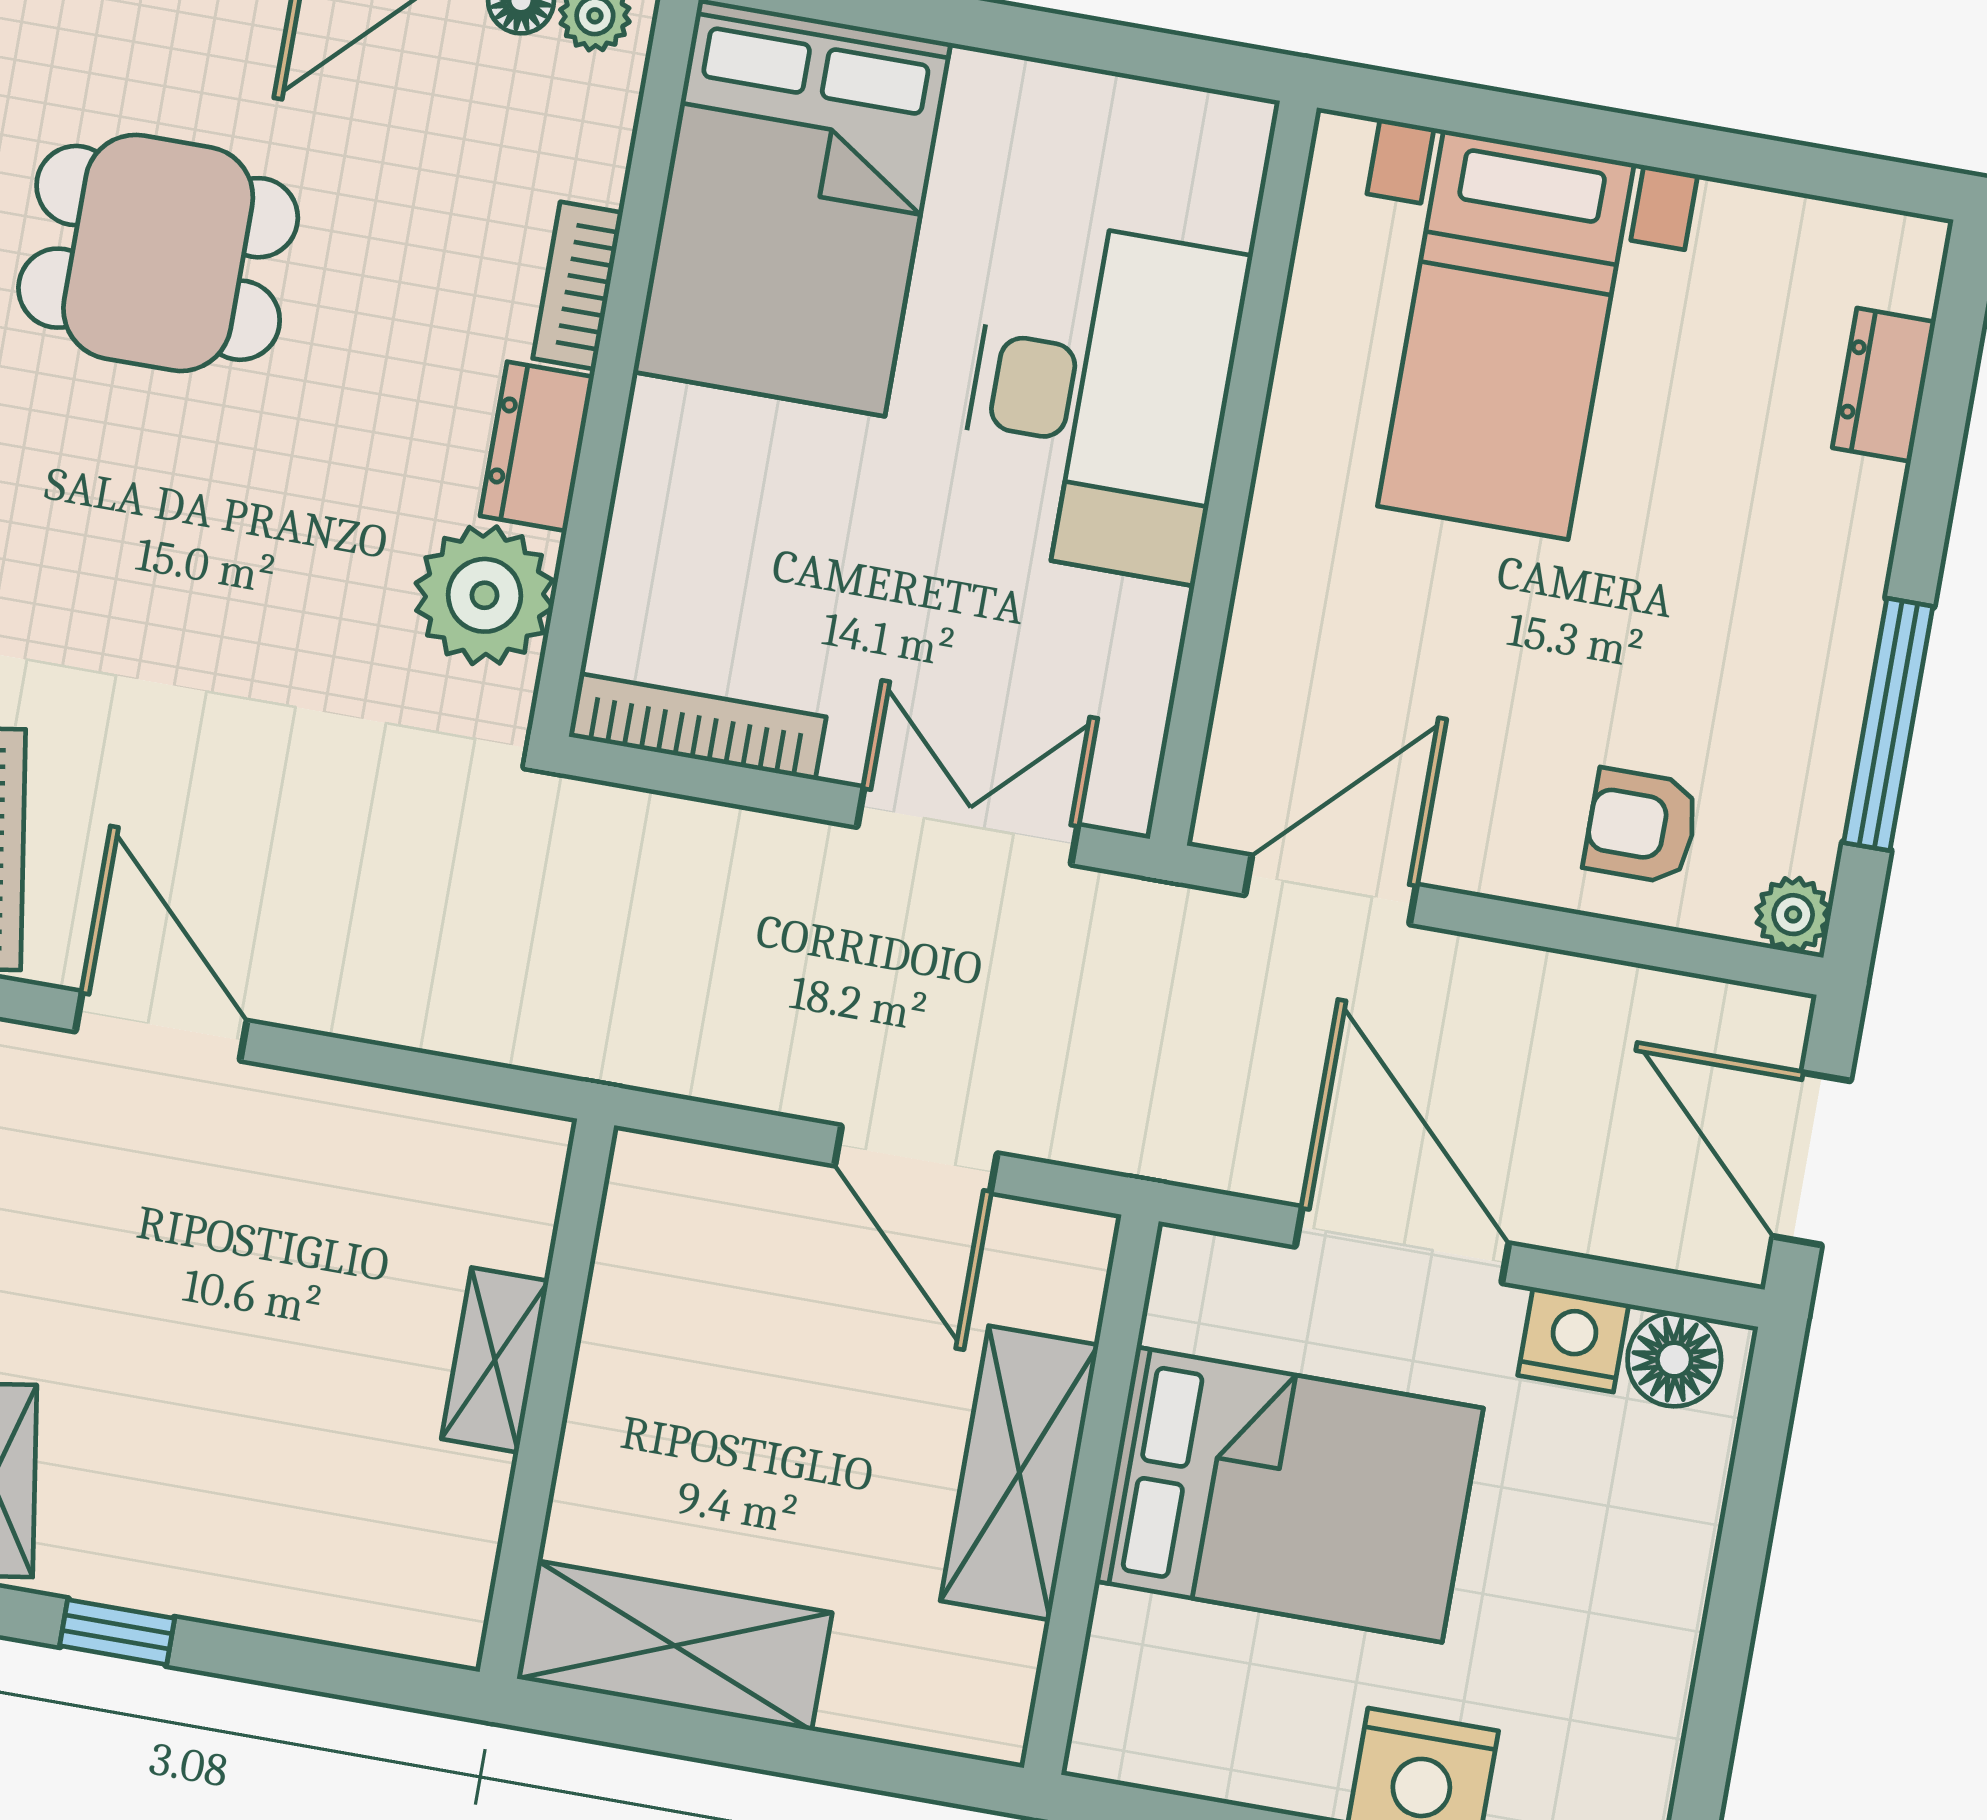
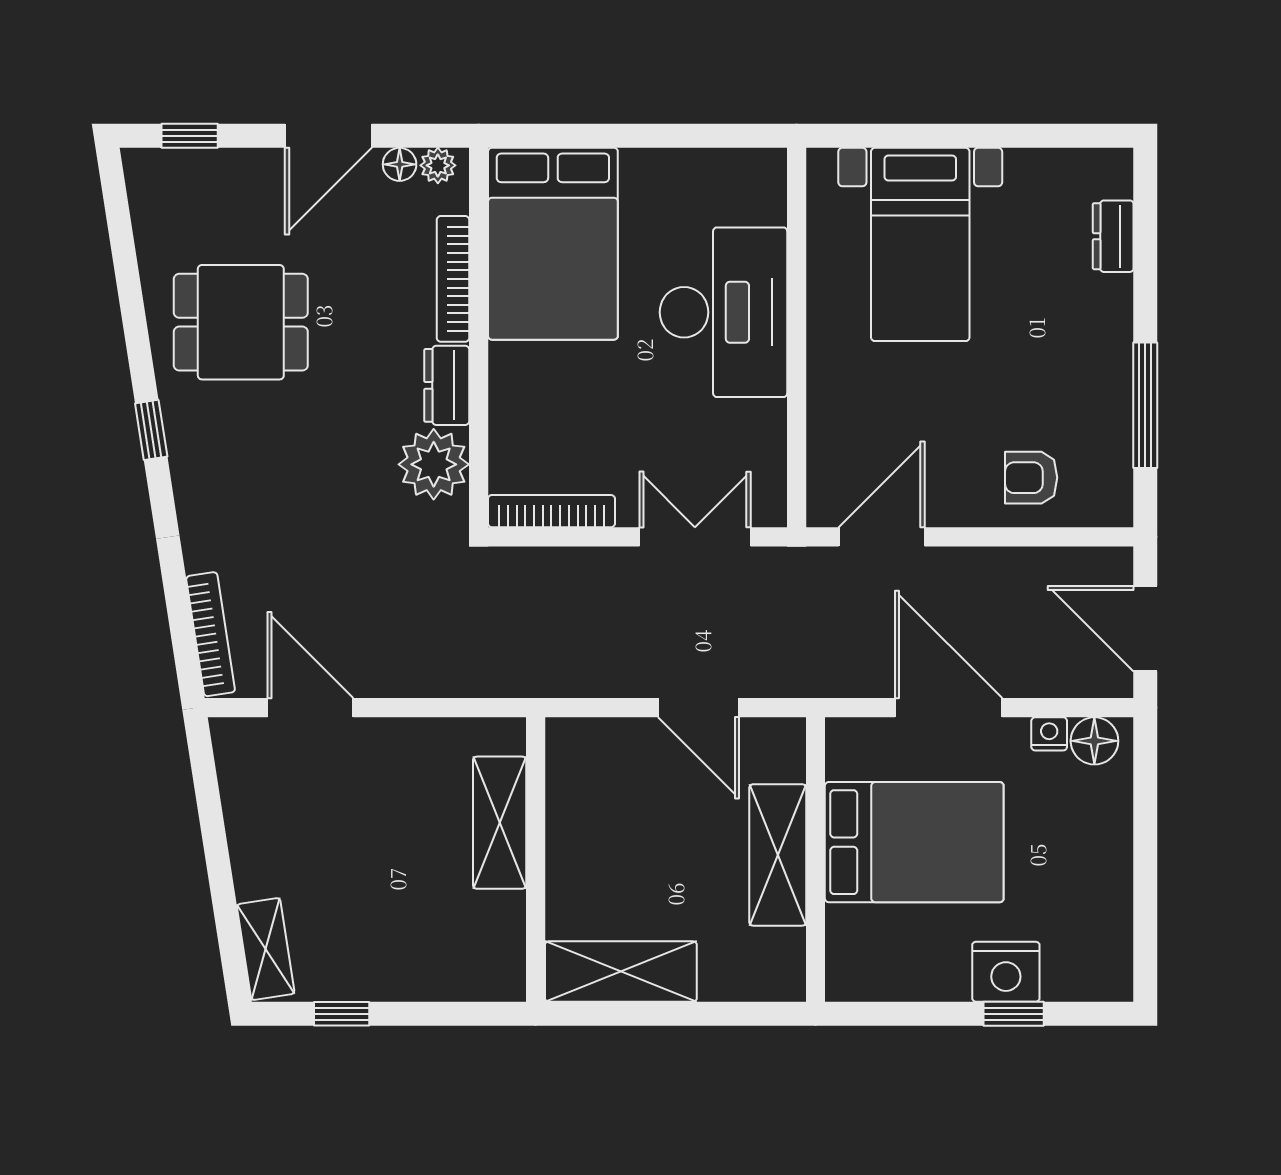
bookcase: (578, 286) -> (453, 279), width x1.56
plant: (1793, 915) -> (1115, 508), removed
nightstand: (1573, 1340) -> (1049, 734), width x0.72, depth x0.74
shelving: (495, 1360) -> (500, 823), width x1.50, depth x1.33

